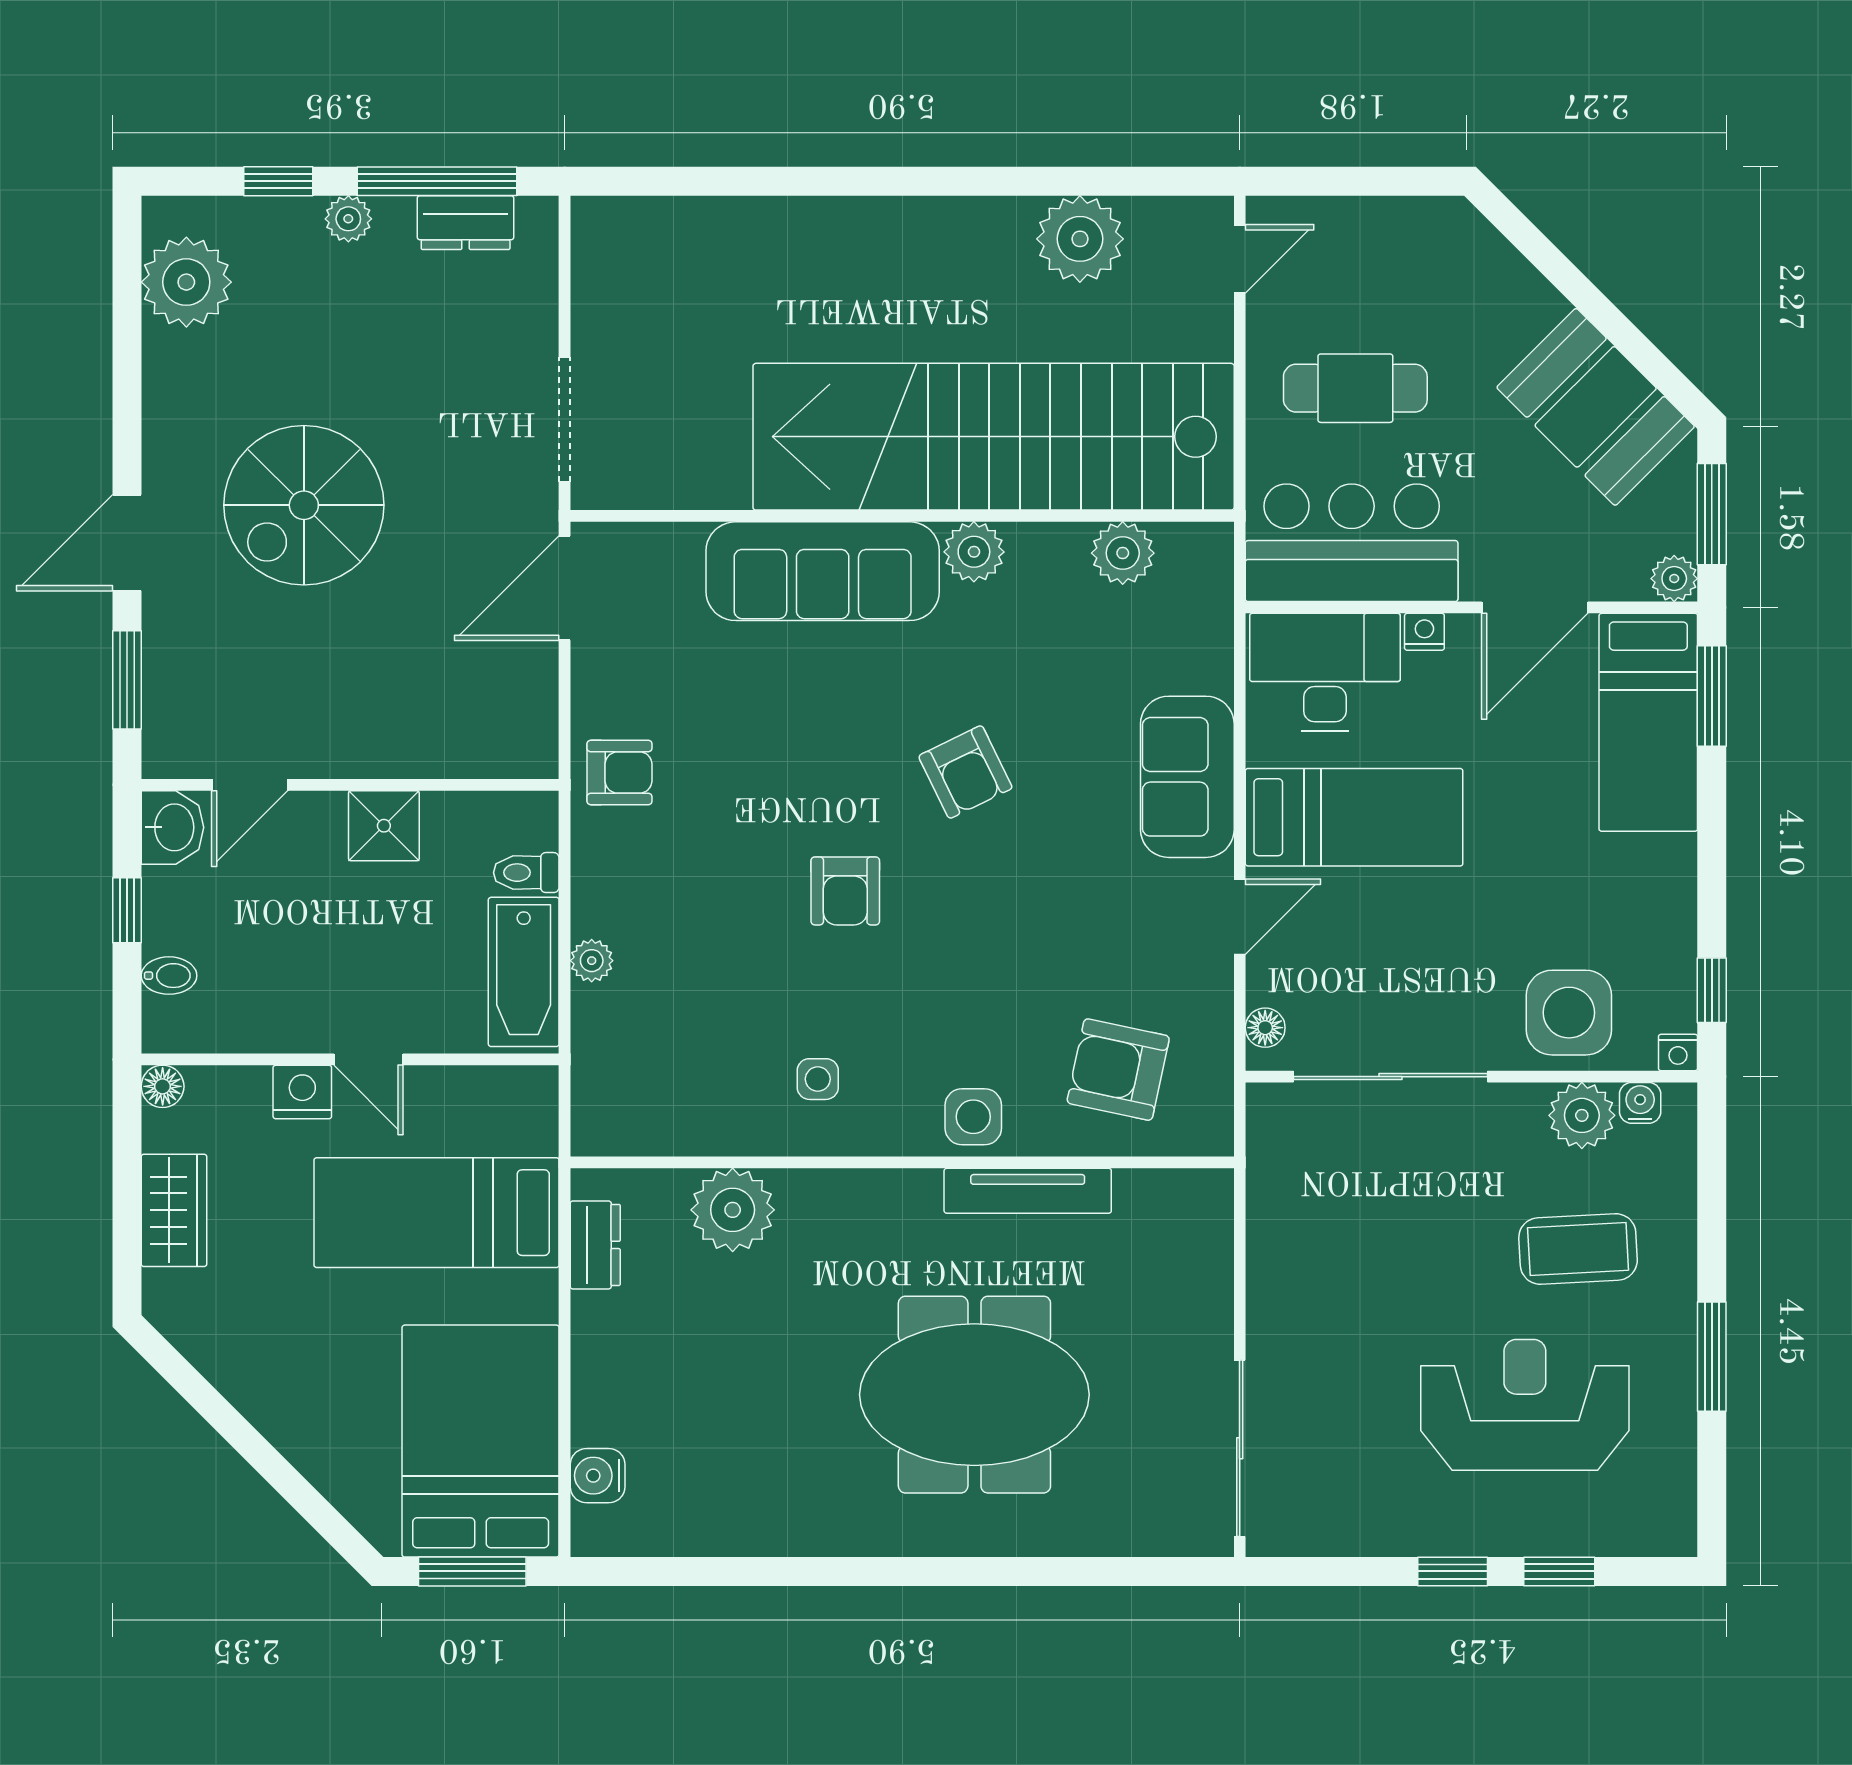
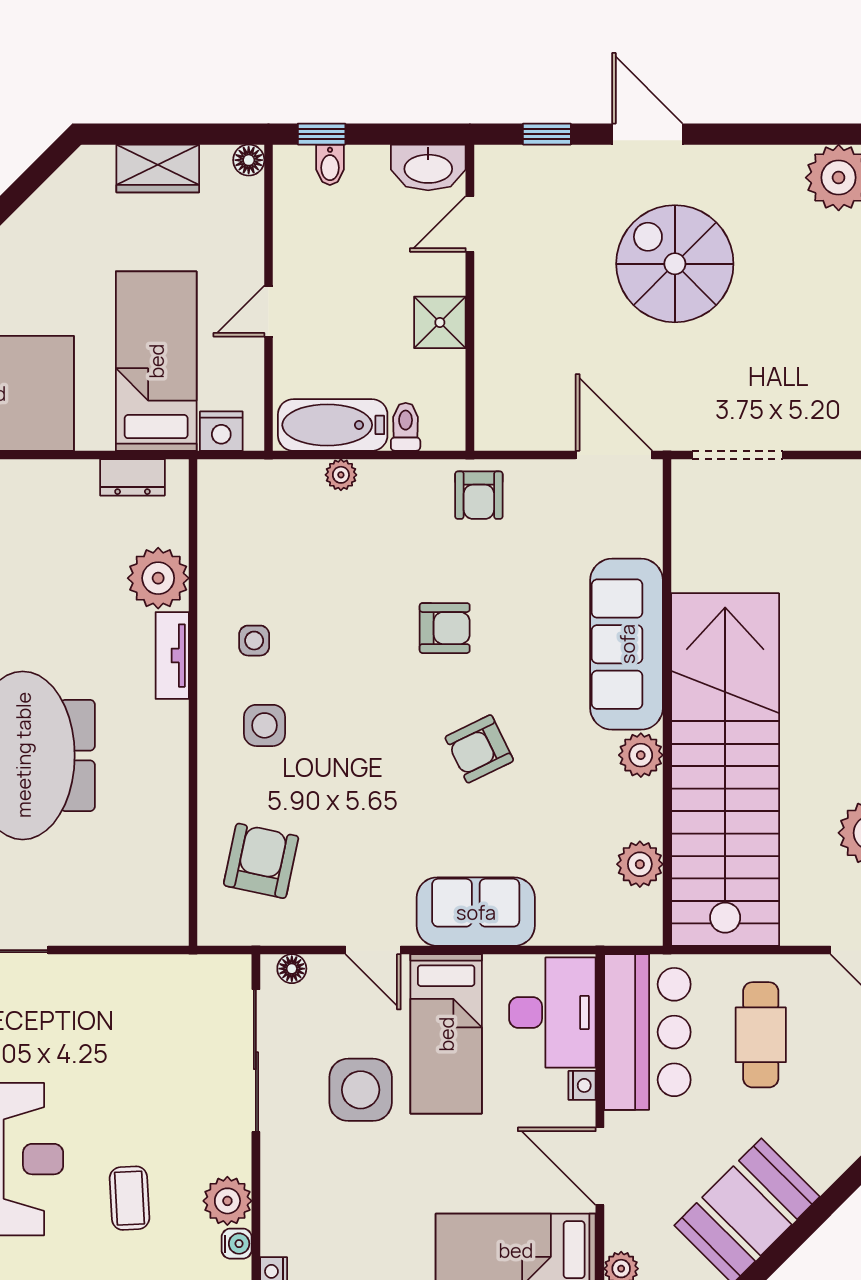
window: (127, 680) -> (547, 134), width x0.67
door: (250, 785) -> (470, 224), hinge flipped
washbasin: (172, 827) -> (428, 167), width x1.38
armchair: (845, 891) -> (445, 628), moved, turned 180
window: (127, 910) -> (322, 134), moved
side table: (1569, 1013) -> (361, 1090), moved
nightstand: (302, 1092) -> (221, 431), moved, turned 90
side table: (973, 1117) -> (265, 725), moved
tv unit: (1028, 1191) -> (172, 656), moved, width x0.71
coffee table: (1578, 1249) -> (129, 1198), width x0.73, depth x0.77

